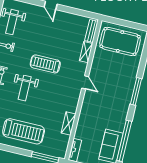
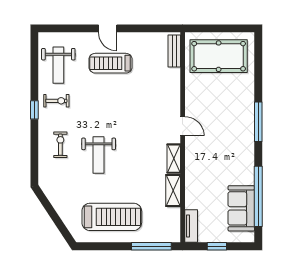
shelving: (86, 52) -> (174, 159), moved
treadmill: (45, 64) -> (110, 63), moved

